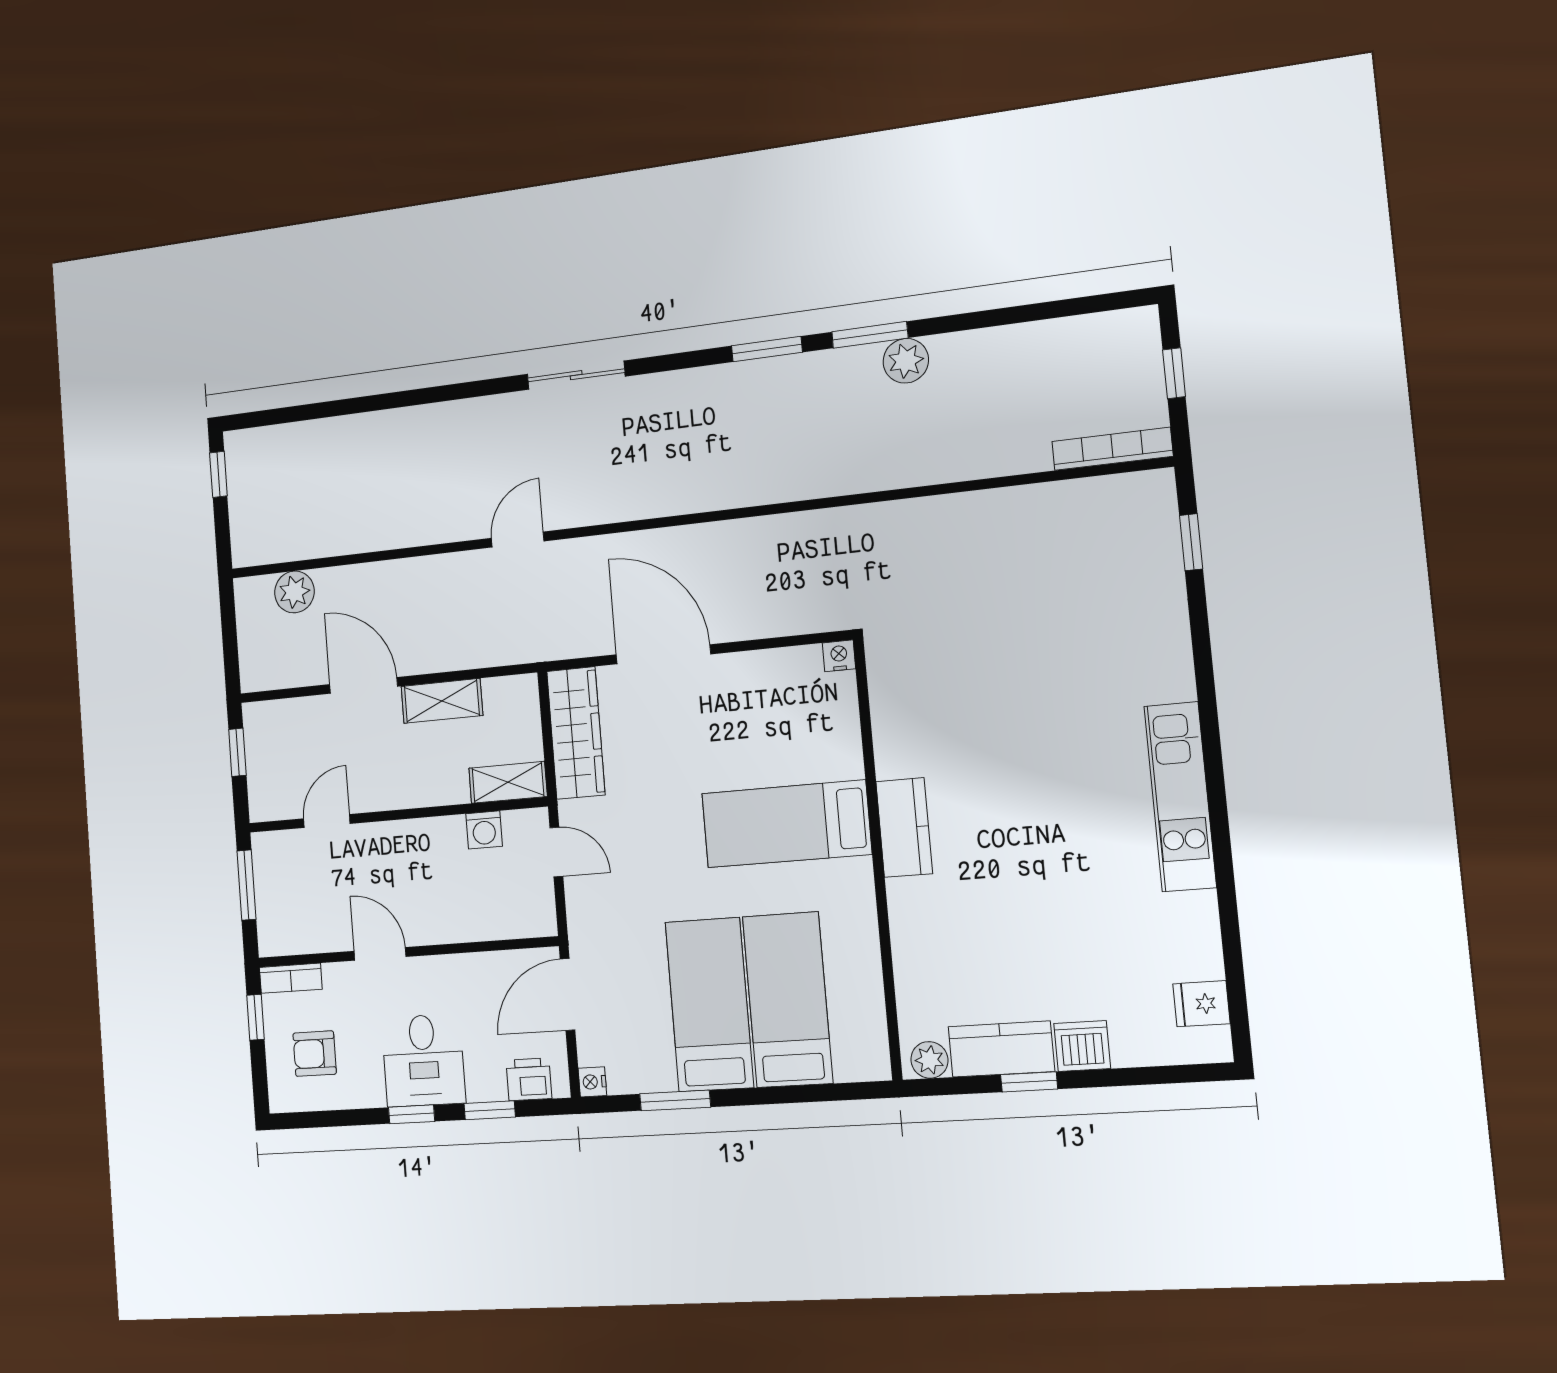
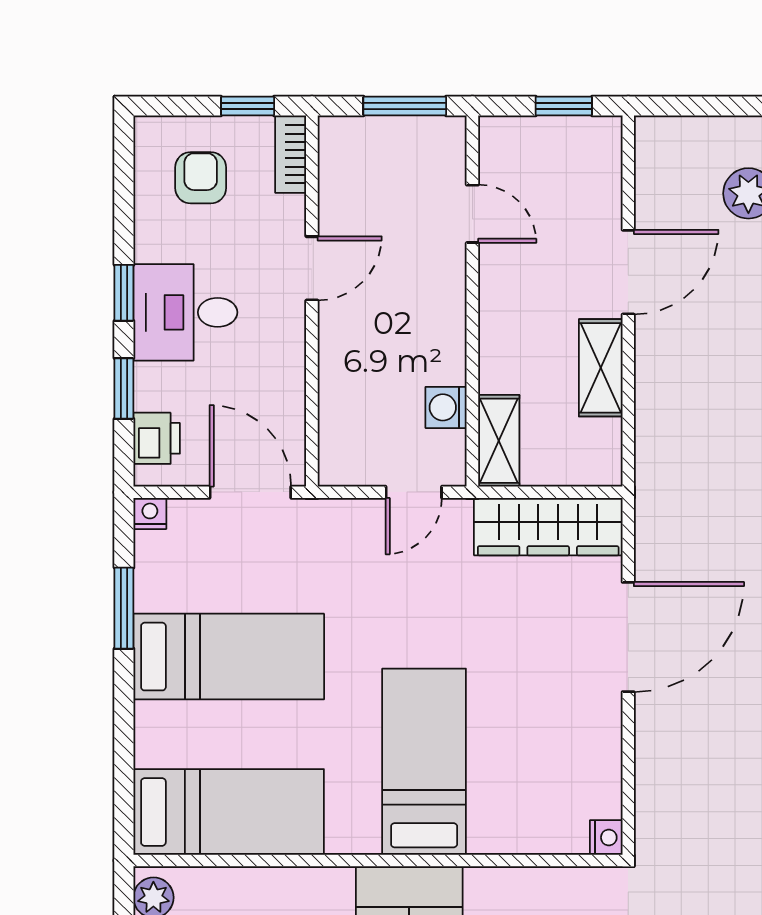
bed: (788, 1000) -> (229, 812), moved

